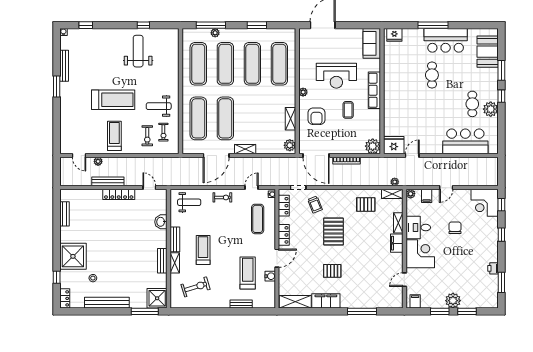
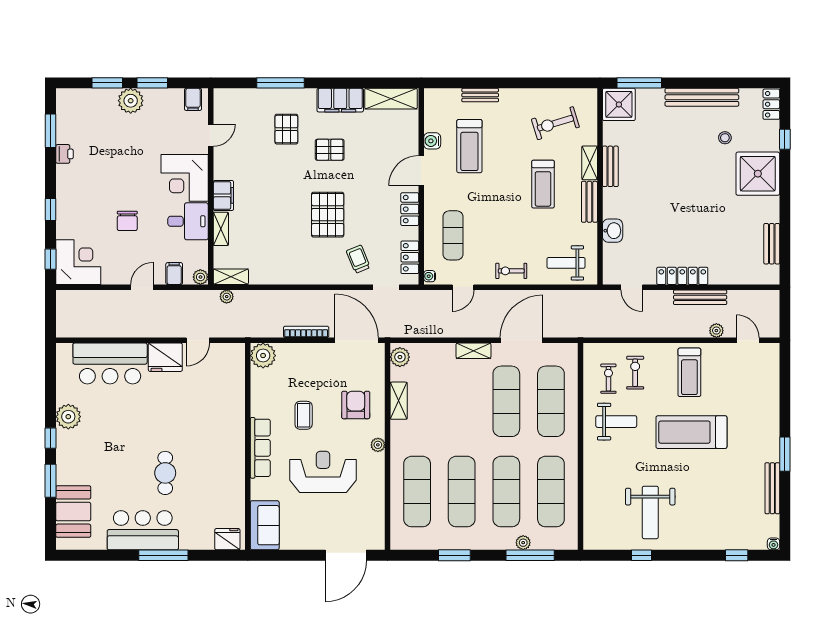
cafe table: (472, 104) -> (99, 425), removed
fridge: (394, 145) -> (165, 357), moved
pallet: (366, 204) -> (286, 129), moved, turned 90

